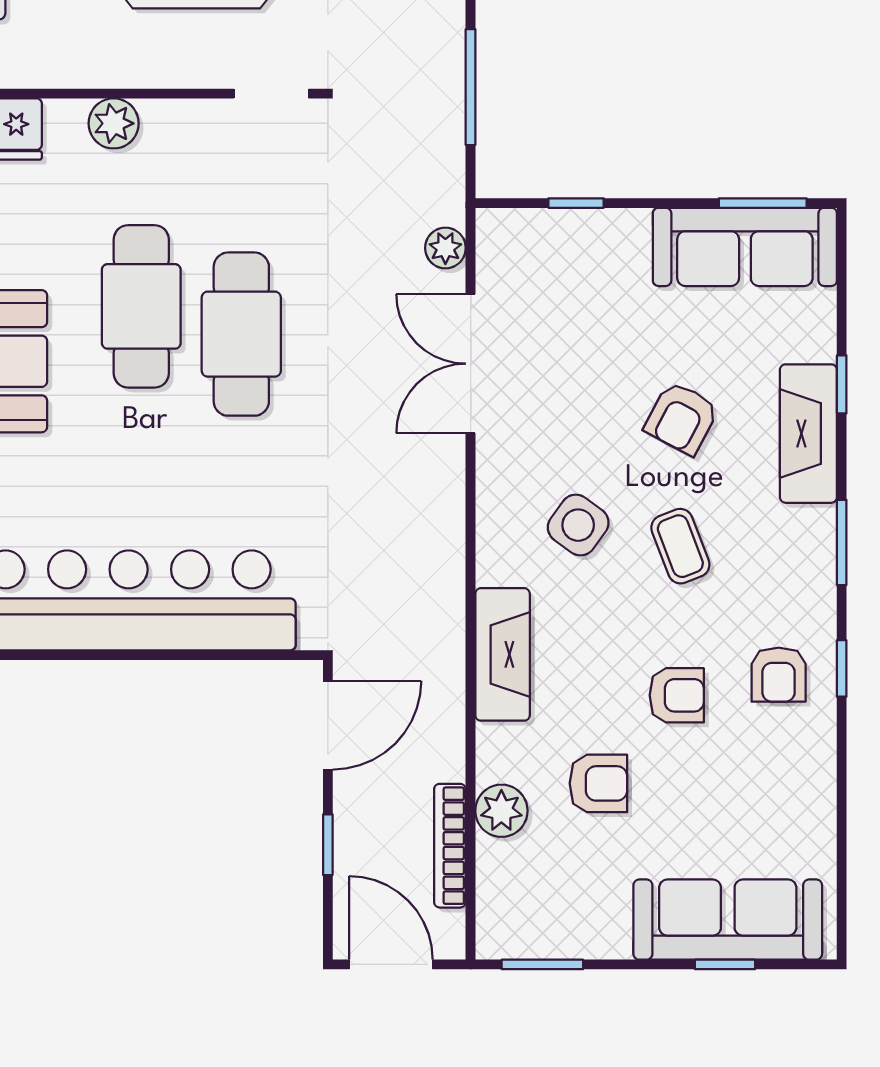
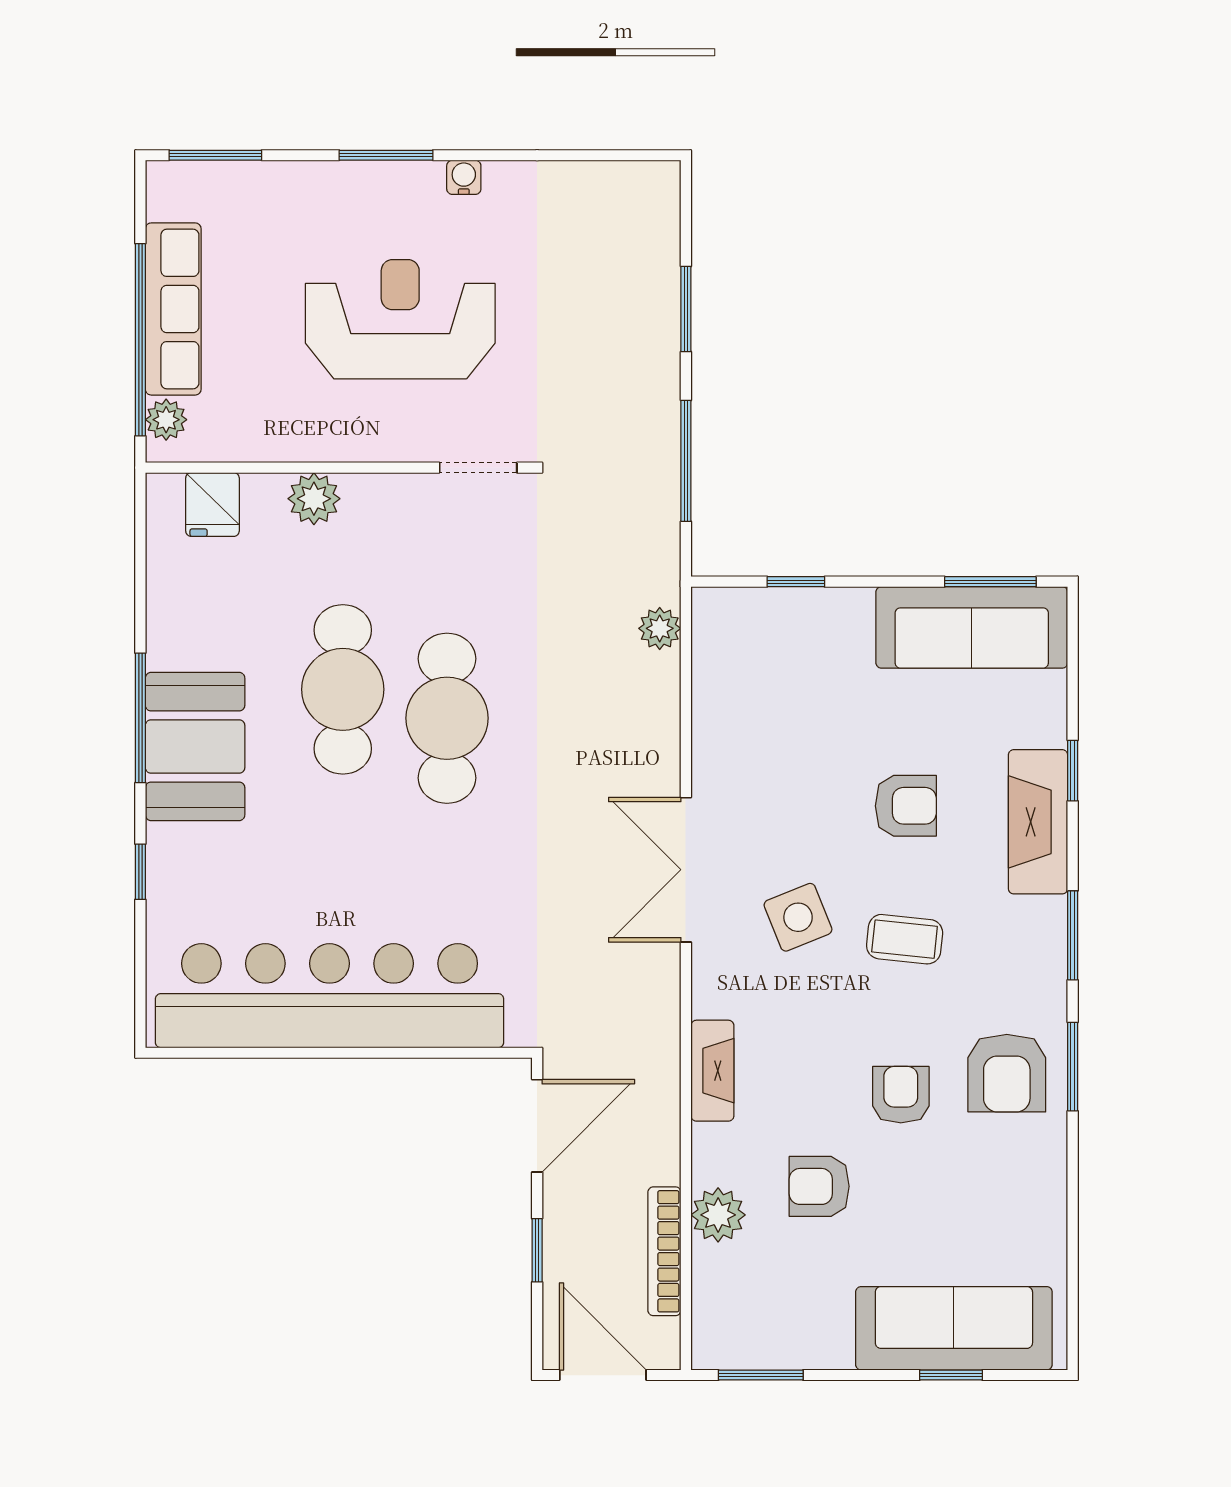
double door: (471, 364) -> (686, 870), moved
armchair: (682, 418) -> (906, 806), turned -118
side table: (578, 525) -> (798, 917), turned 32
coffee table: (680, 546) -> (905, 939), turned -63
fireplace: (503, 654) -> (712, 1071), width x0.73, depth x0.76
window: (842, 668) -> (1073, 1067), width x1.50
armchair: (779, 675) -> (1007, 1073), width x1.38, depth x1.38
armchair: (677, 695) -> (901, 1095), turned -90
armchair: (598, 783) -> (819, 1186), turned 180

